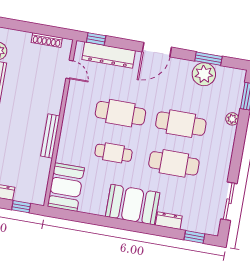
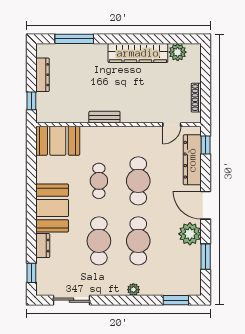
plant: (204, 74) -> (190, 234), moved
plant: (232, 119) -> (133, 290), moved
bench: (50, 136) -> (104, 117), width x0.73

